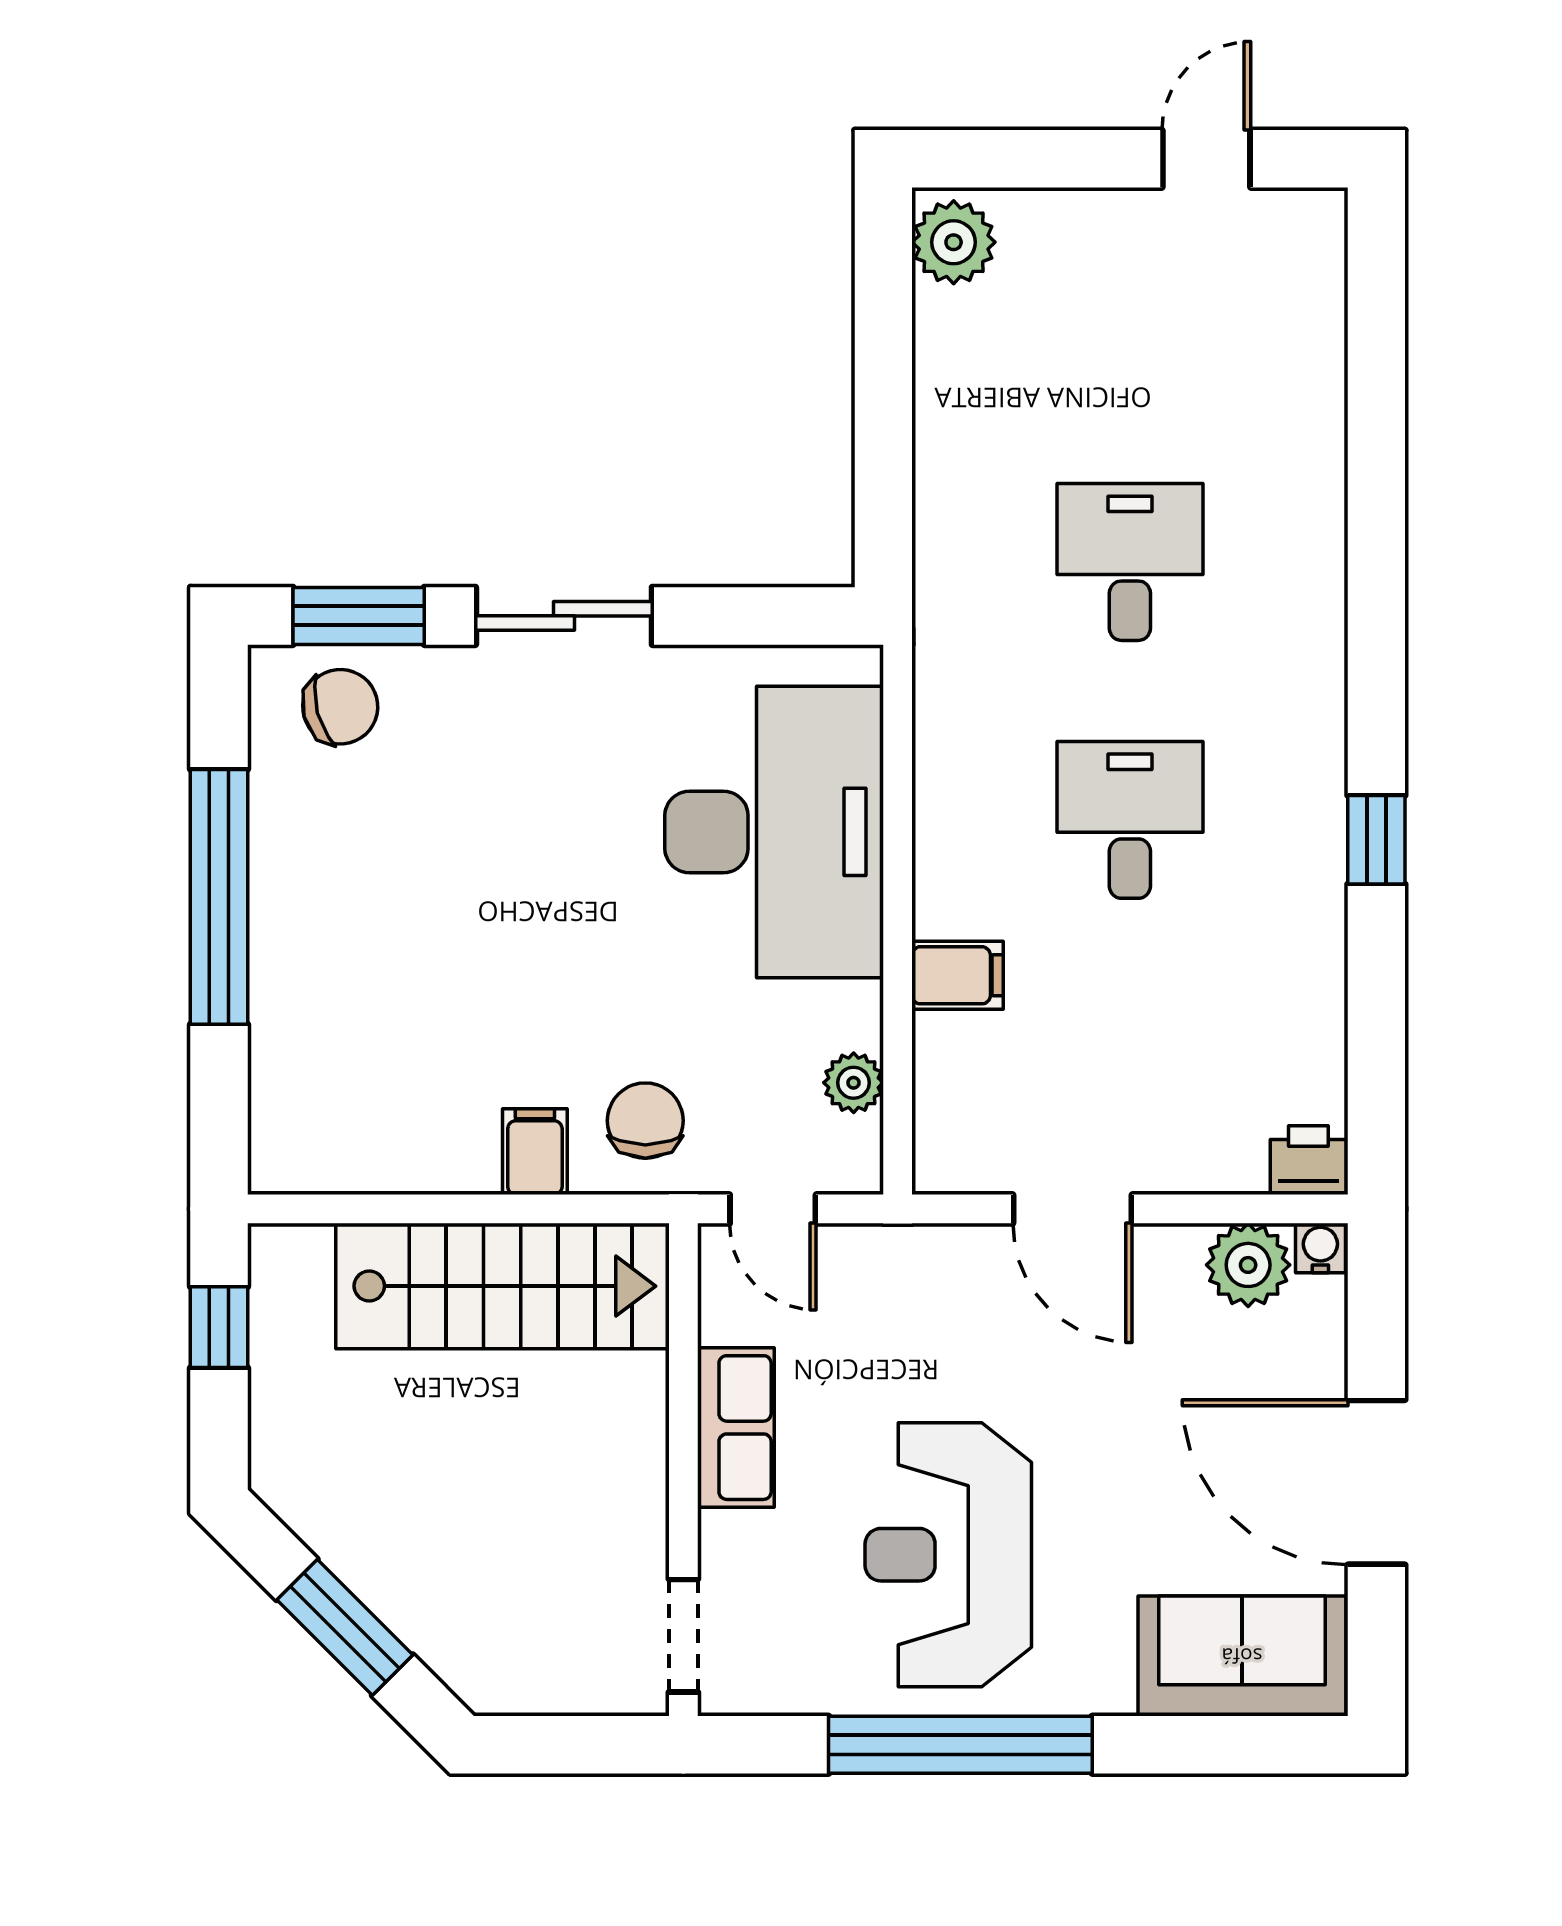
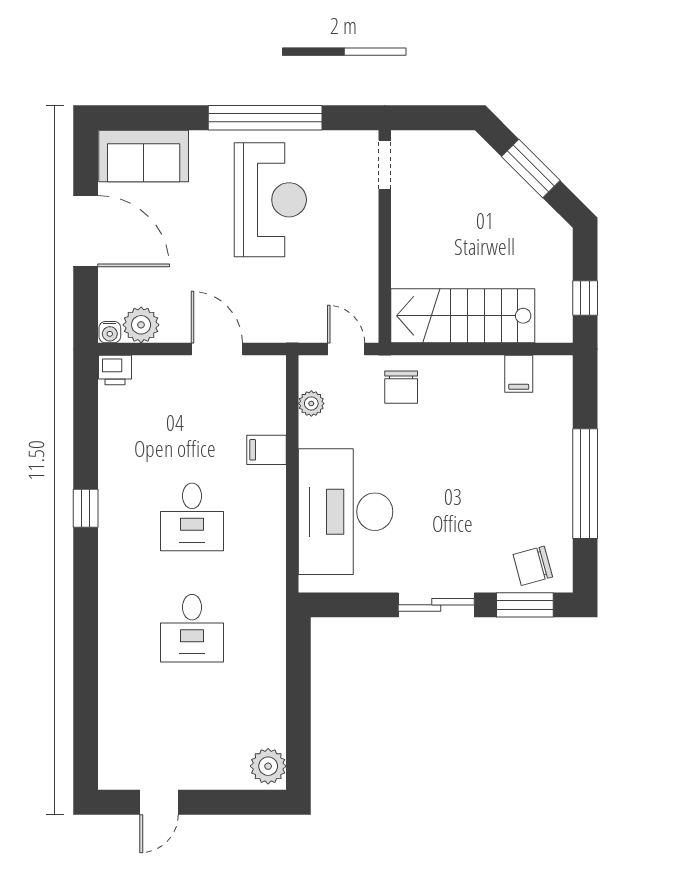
filing cabinet: (535, 1152) -> (519, 374), moved
row of seats: (736, 1428) -> (362, 255), removed

